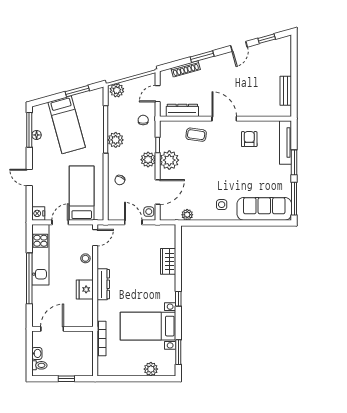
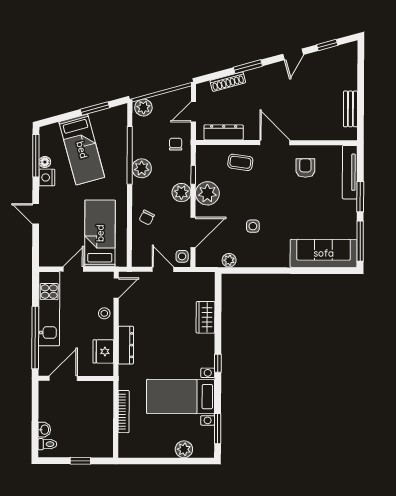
side table: (222, 205) -> (253, 226), moved
nightstand: (38, 213) -> (47, 177), moved
door: (52, 329) -> (63, 378), moved
wall: (62, 329) -> (76, 378), moved

